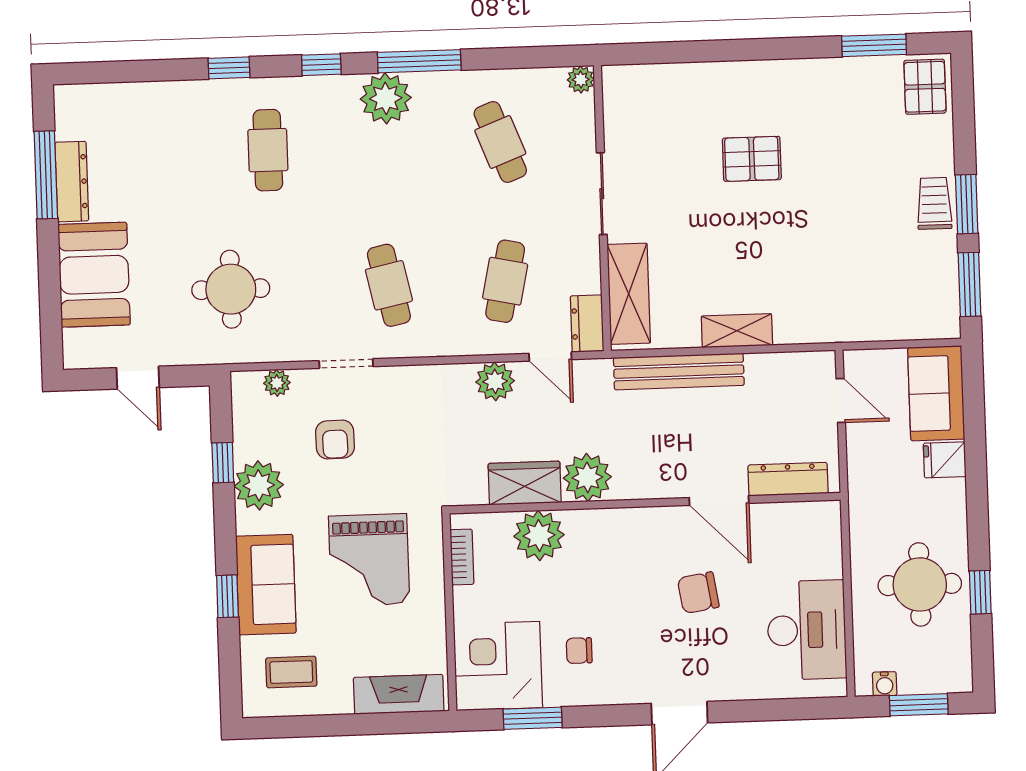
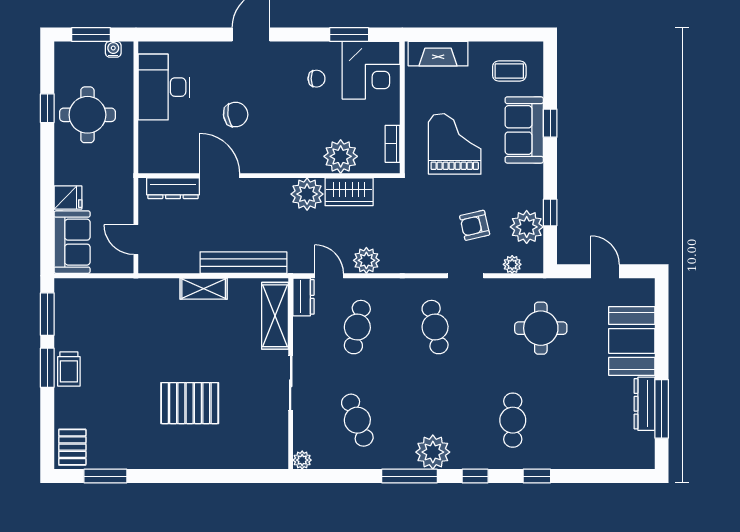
pallet: (752, 159) -> (190, 403), width x1.50, depth x1.42
armchair: (335, 439) -> (475, 225), turned -102
plant: (259, 485) -> (527, 227), moved

